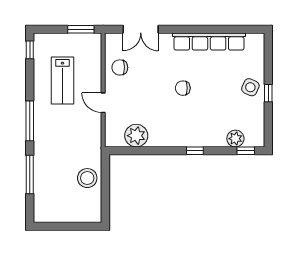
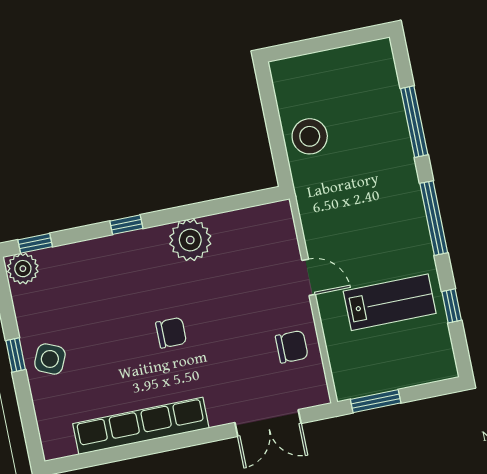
double door: (141, 29) -> (268, 423), swing flipped
window: (30, 50) -> (452, 306), moved
lab bench: (63, 81) -> (390, 302), turned 90
plant: (136, 136) -> (190, 240), moved
plant: (235, 139) -> (23, 269), moved

